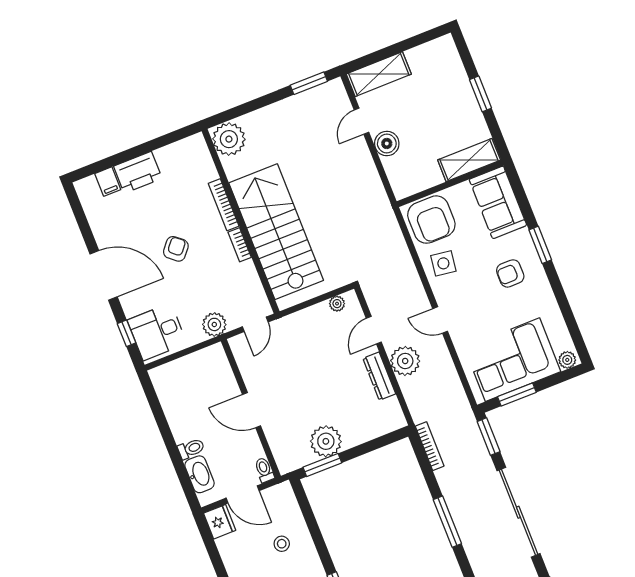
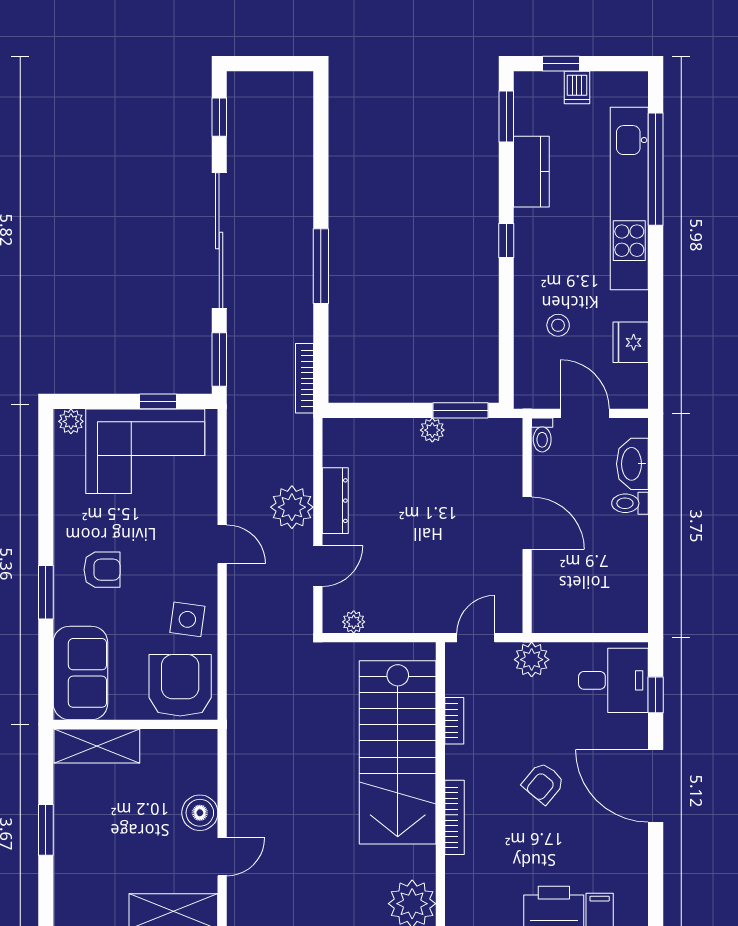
bookcase: (240, 245) -> (454, 721), moved
window: (517, 395) -> (158, 401), width x0.67
plant: (326, 441) -> (432, 430), width x0.53, depth x0.53
fridge: (220, 522) -> (631, 342), moved

